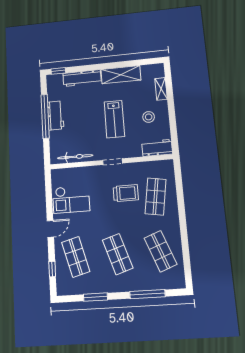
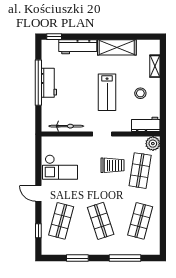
plant: (166, 167) -> (153, 144), added
door: (50, 229) -> (38, 193), swing flipped
shop shelf: (160, 251) -> (140, 221), turned 36
shop shelf: (76, 257) -> (61, 221), turned 30

